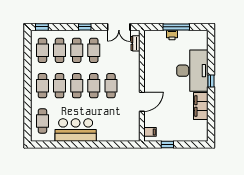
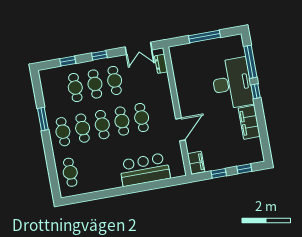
window: (42, 27) -> (68, 61), moved
printer: (172, 35) -> (201, 47), removed
cafe table: (42, 50) -> (56, 91), removed
window: (211, 55) -> (250, 62), added
window: (28, 72) -> (43, 119), added
bar counter: (76, 130) -> (145, 170), moved
filing cabinet: (150, 132) -> (196, 163), width x2.00
window: (190, 144) -> (244, 169), added

